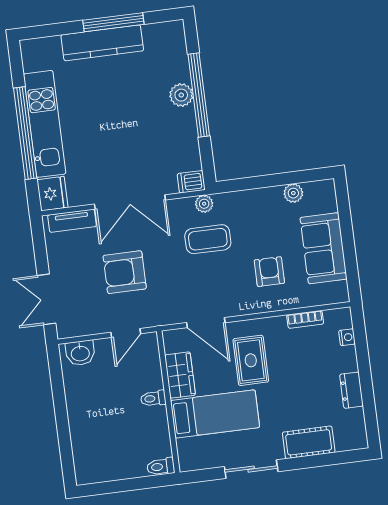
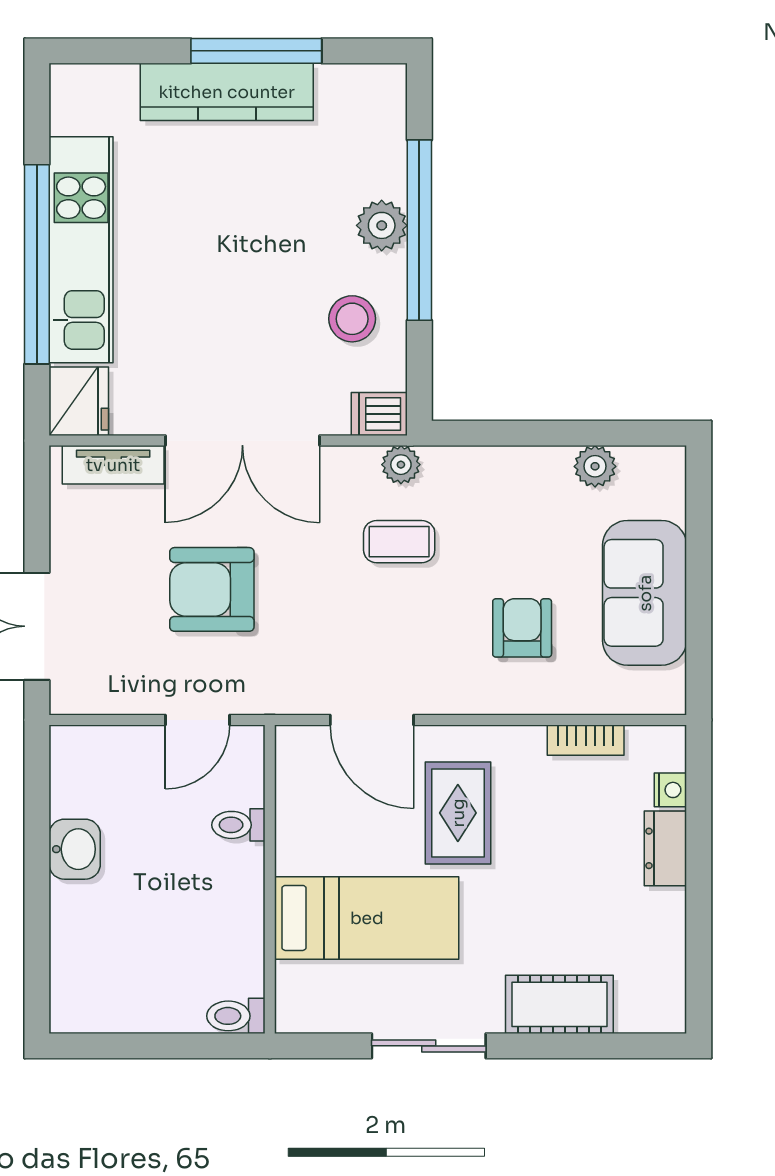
stool: (173, 140) -> (352, 319), added
coffee table: (208, 239) -> (399, 542), width x0.73, depth x0.77
washbasin: (80, 353) -> (75, 849), moved, turned -90
wardrobe: (180, 375) -> (302, 825), removed
dresser: (351, 390) -> (665, 848), moved
toilet: (153, 398) -> (238, 825), moved

